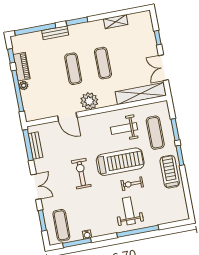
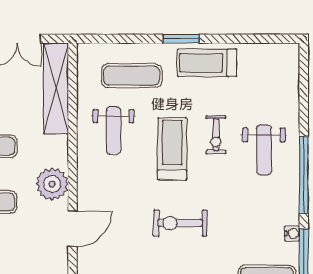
window: (175, 130) -> (133, 39), removed
treadmill: (120, 162) -> (172, 149), width x0.73, depth x0.73
weight bench: (129, 211) -> (264, 150), turned -90
window: (138, 231) -> (304, 175), moved

